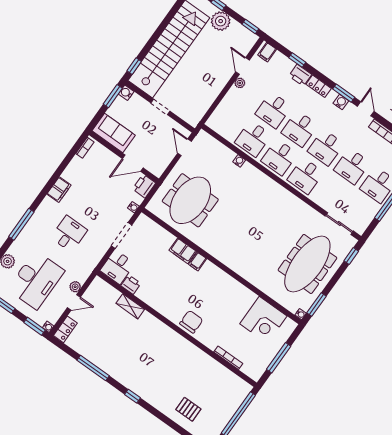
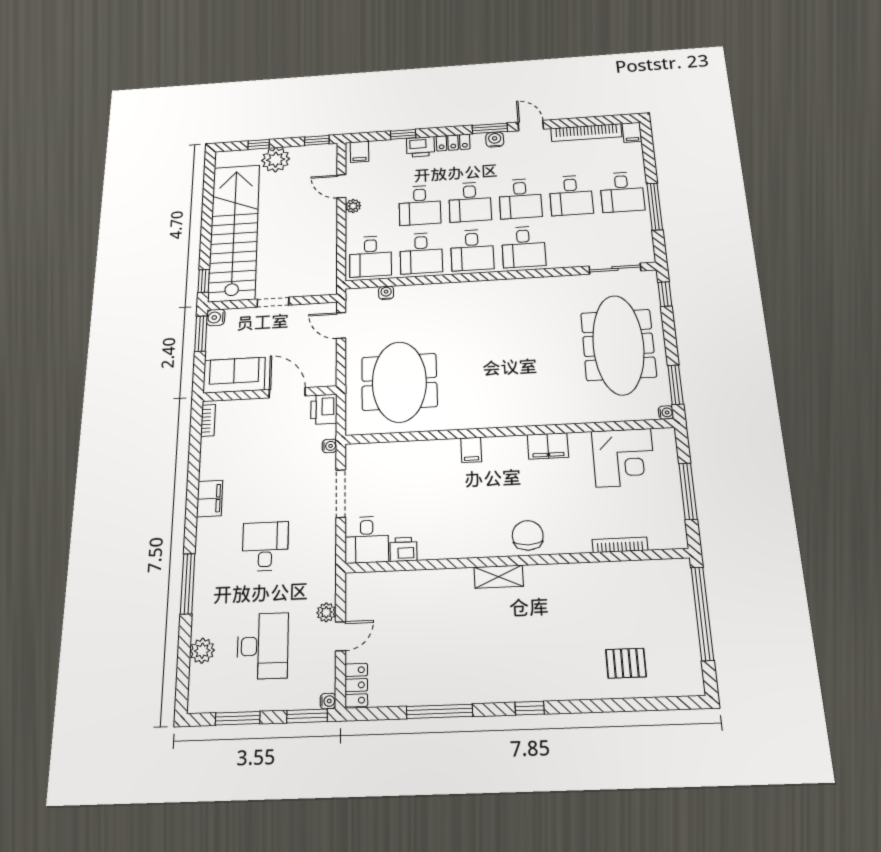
desk: (227, 120) -> (371, 256), added
water cooler: (239, 161) -> (386, 293), moved
door: (133, 163) -> (287, 393), swing flipped
filing cabinet: (183, 251) -> (548, 446), moved
desk: (36, 280) -> (263, 646), width x0.73, depth x0.77
shelving: (130, 306) -> (499, 577), moved

